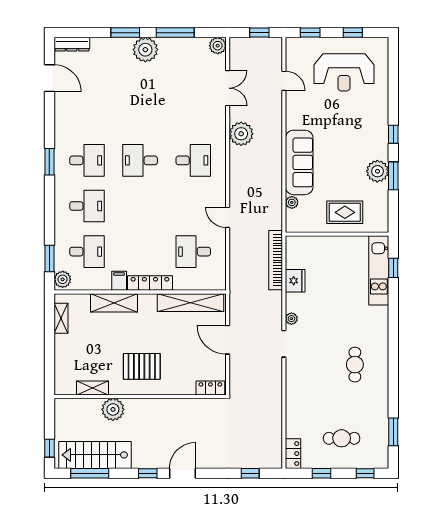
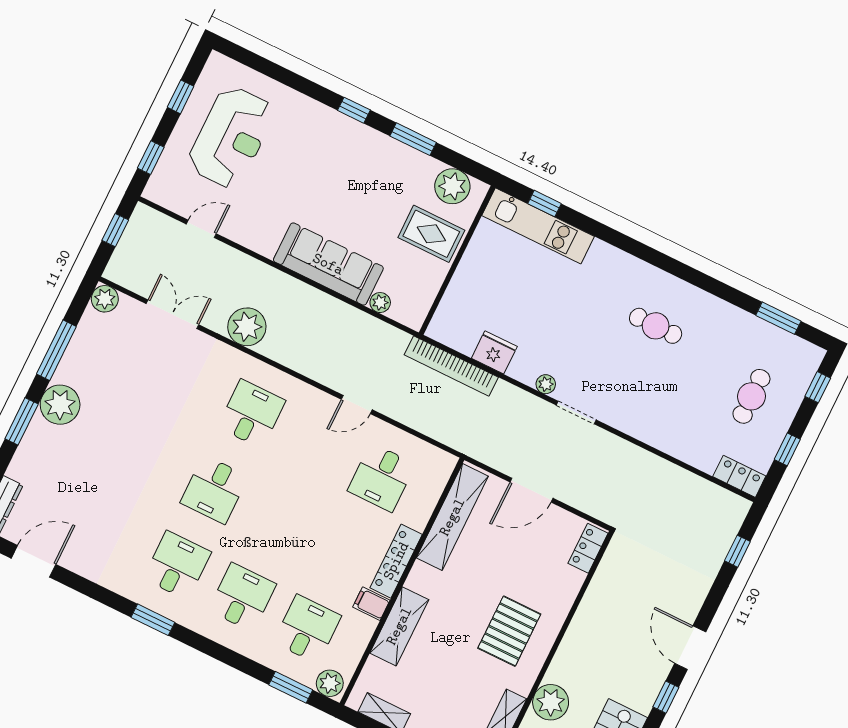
plant: (377, 171) -> (452, 186), moved
rug: (345, 212) -> (431, 234), turned 90

